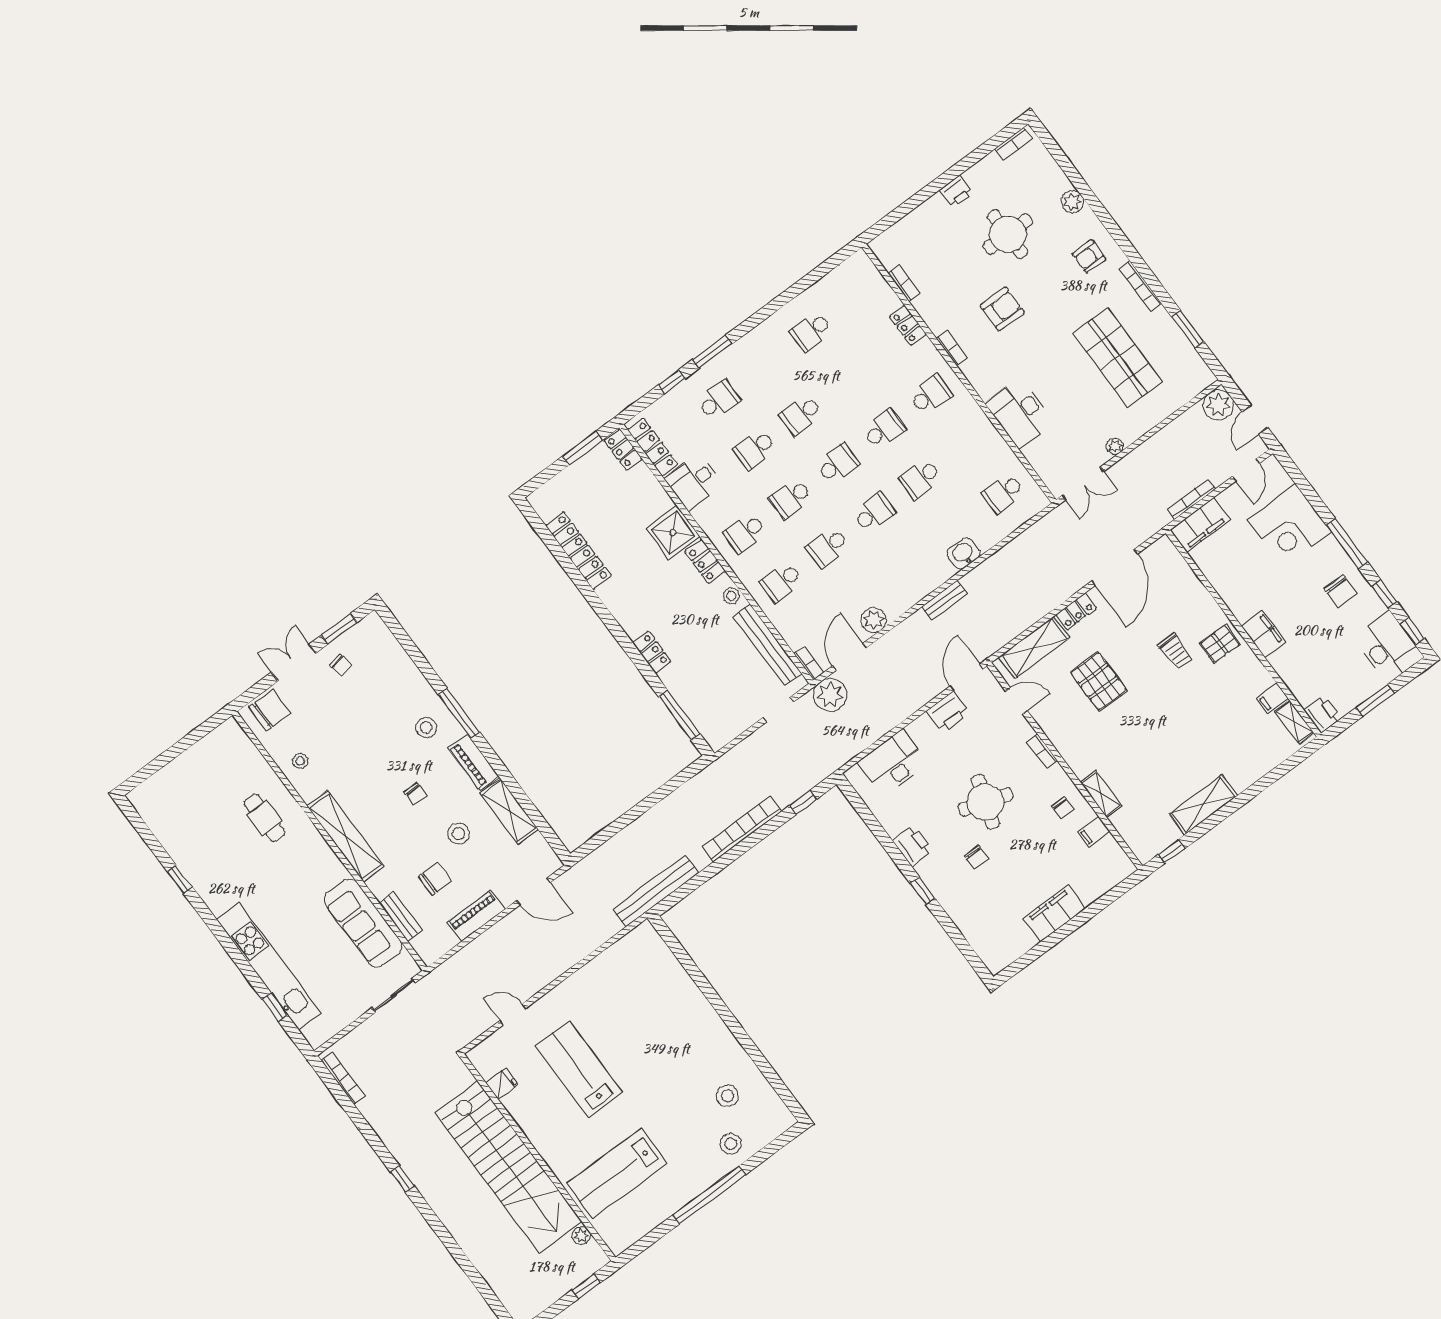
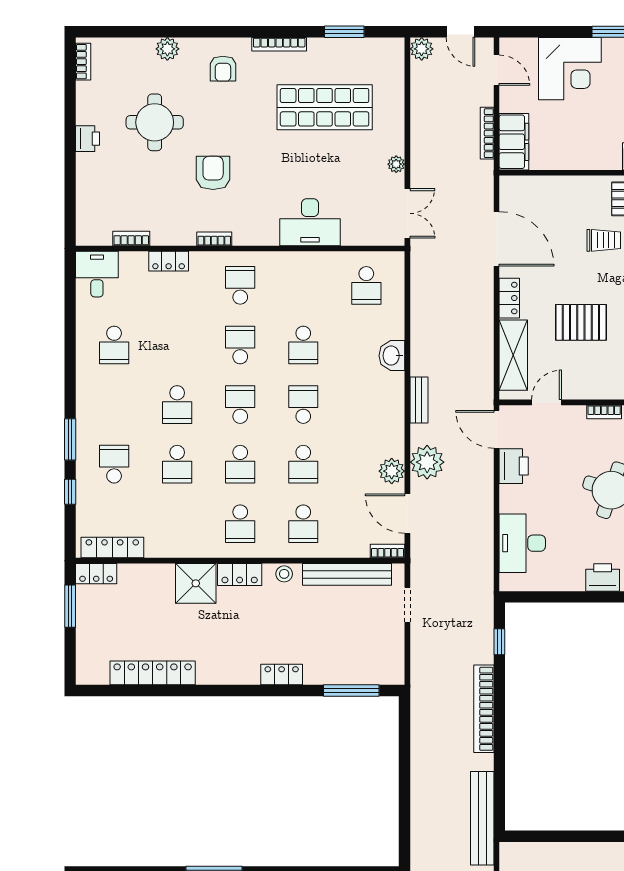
plant: (1218, 405) -> (422, 49), width x0.73, depth x0.73
desk: (694, 482) -> (97, 274), moved, turned 180
plant: (830, 695) -> (427, 462), moved

